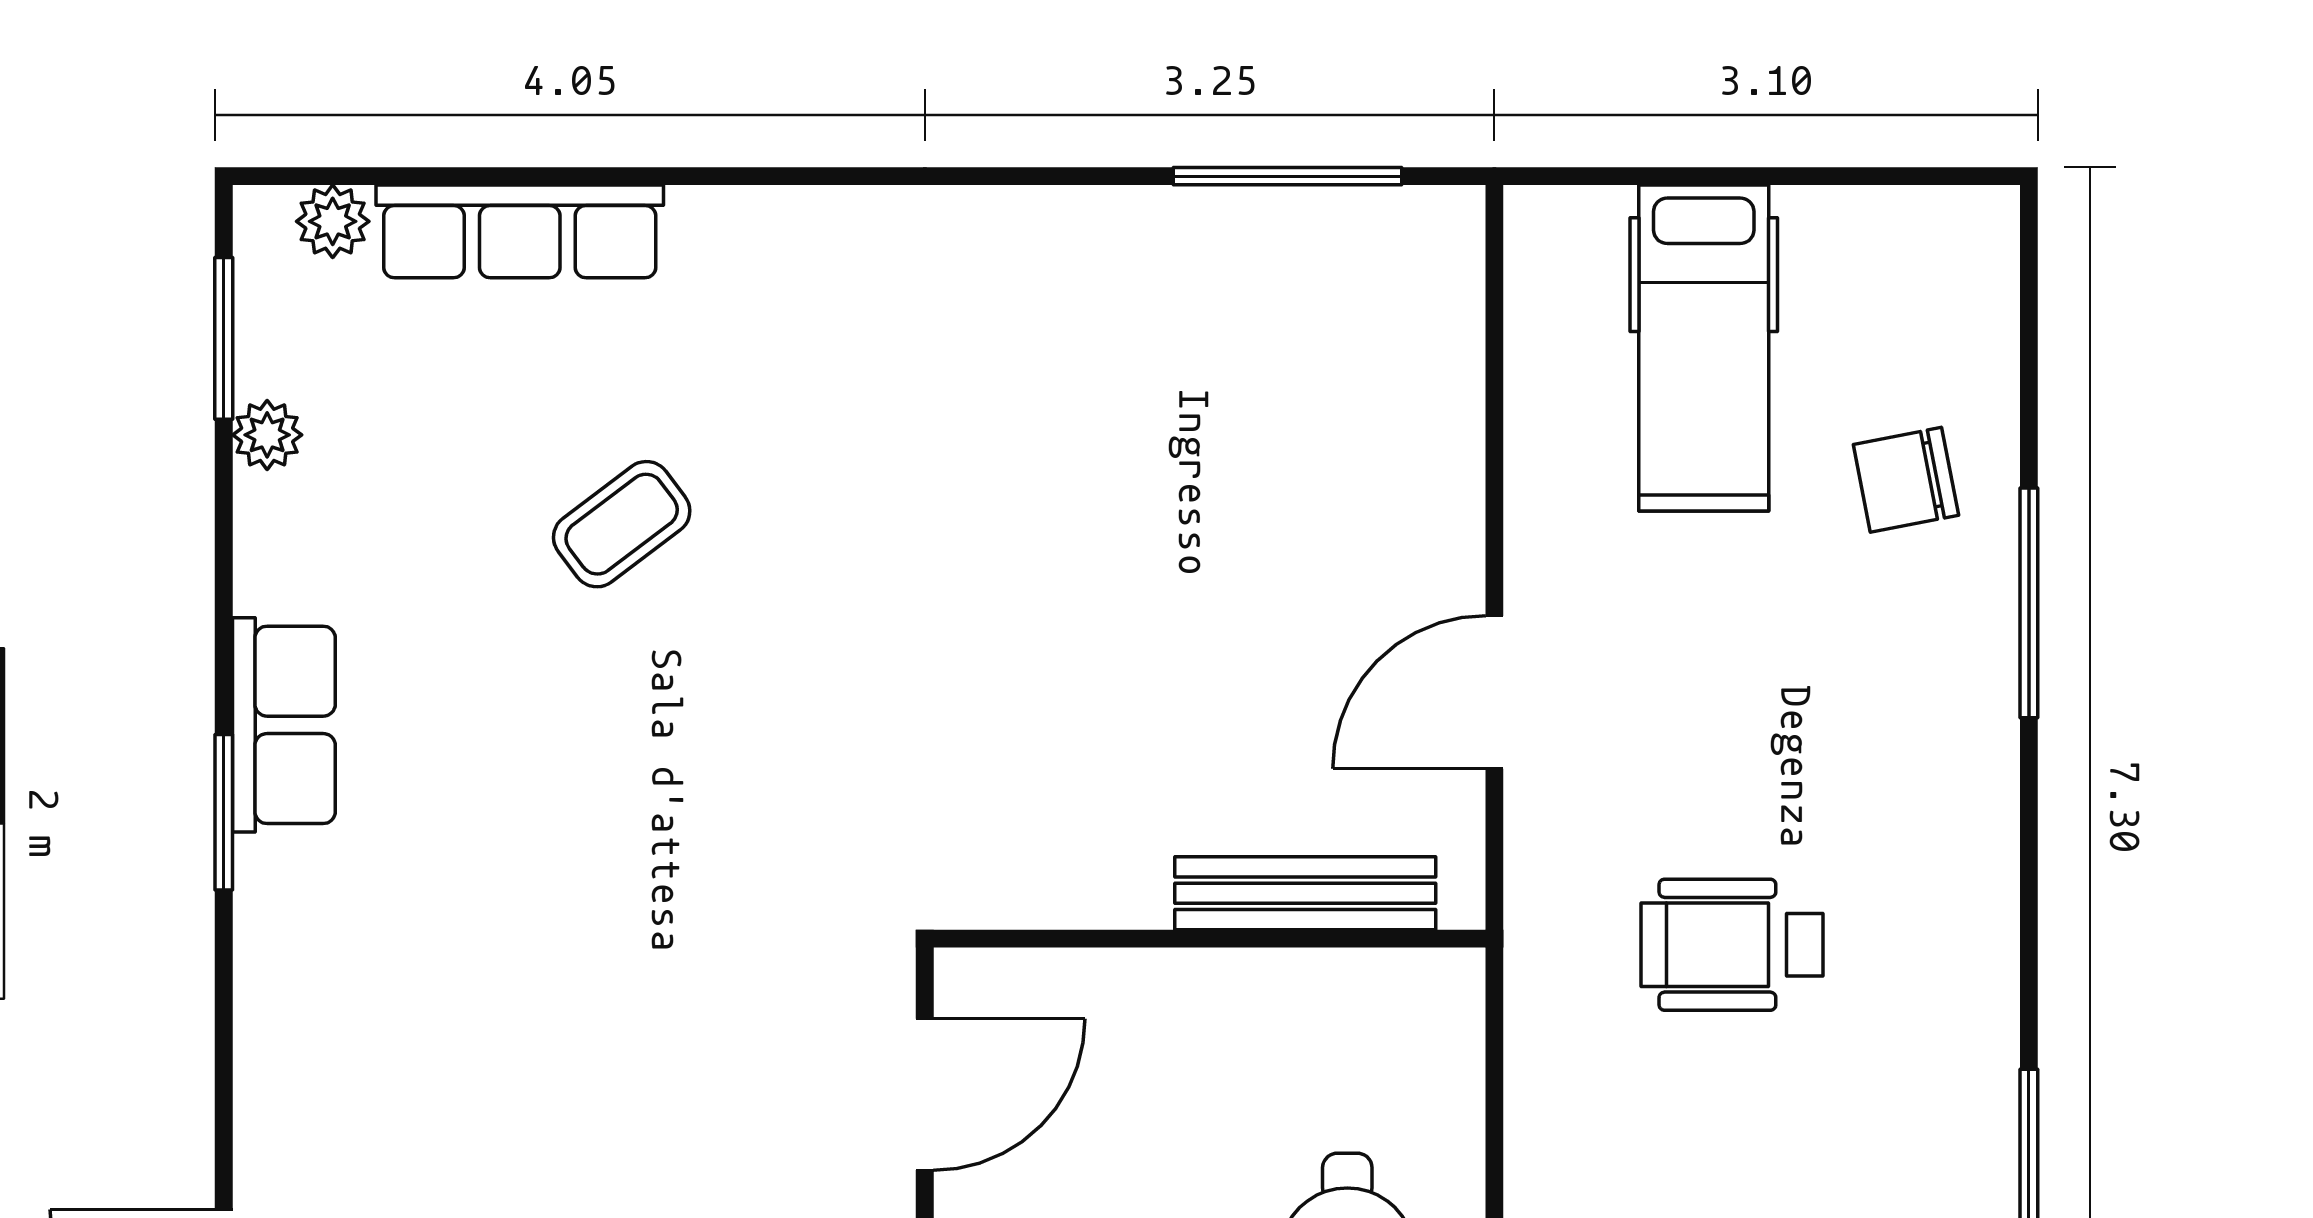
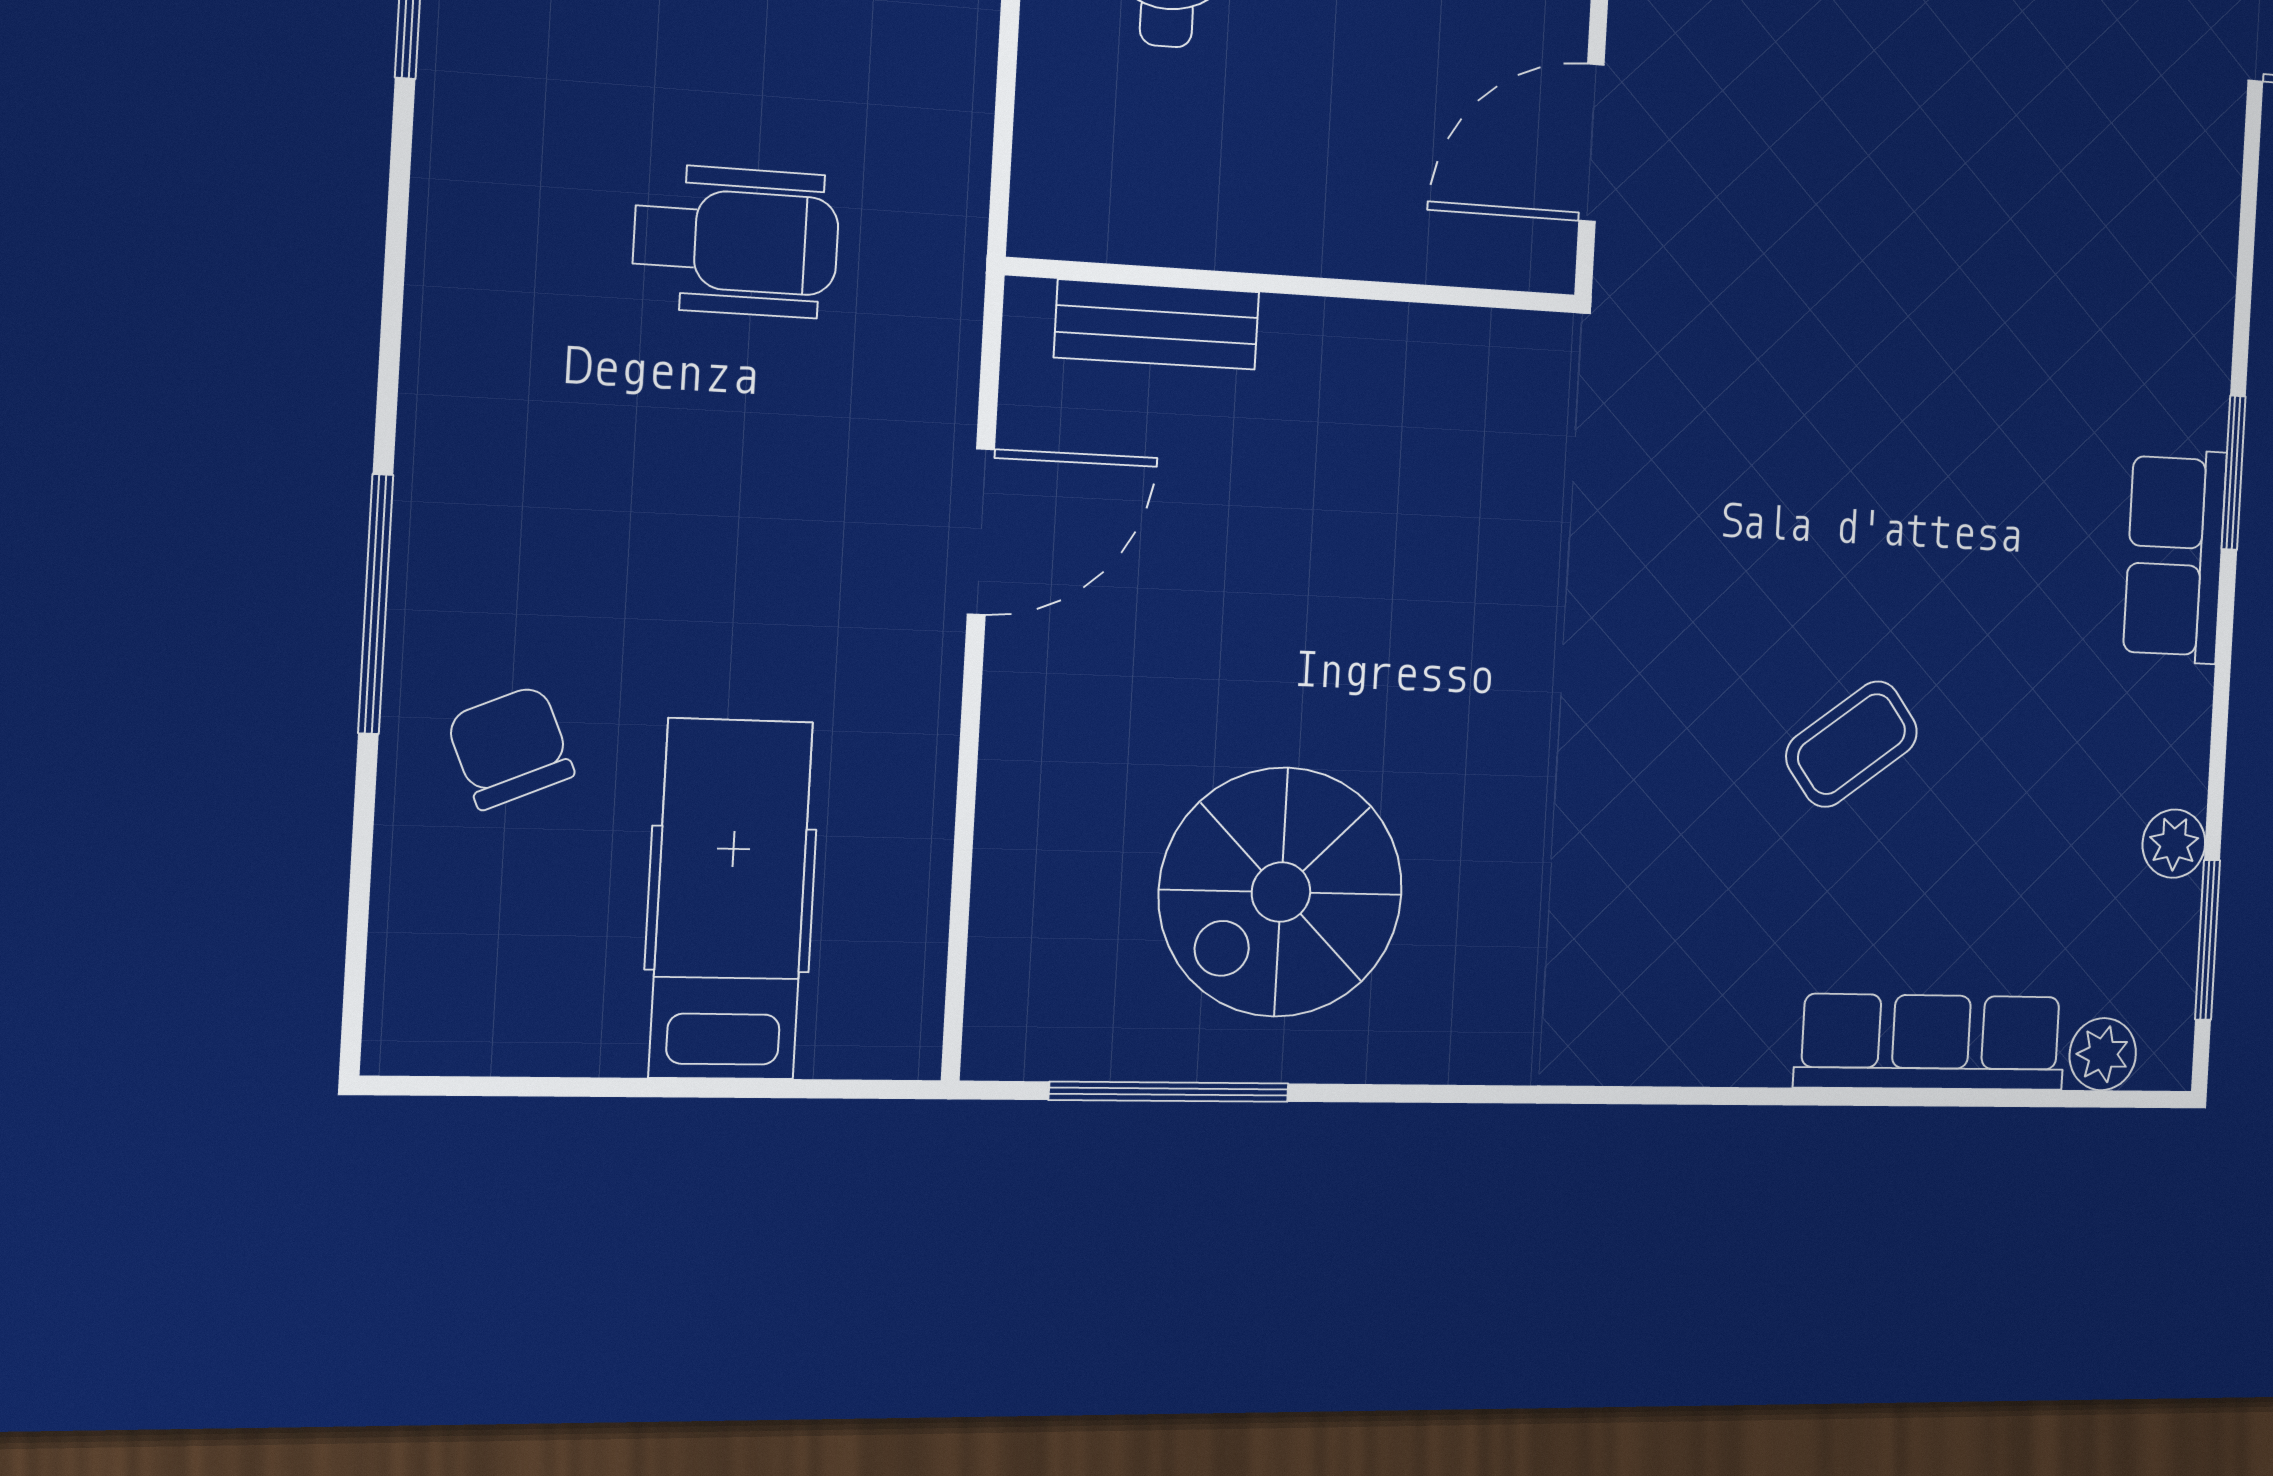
spiral stairs: (1191, 366) -> (1281, 892), added
chair: (1906, 480) -> (510, 747), turned -102
bench: (1305, 893) -> (1157, 325), width x0.73

